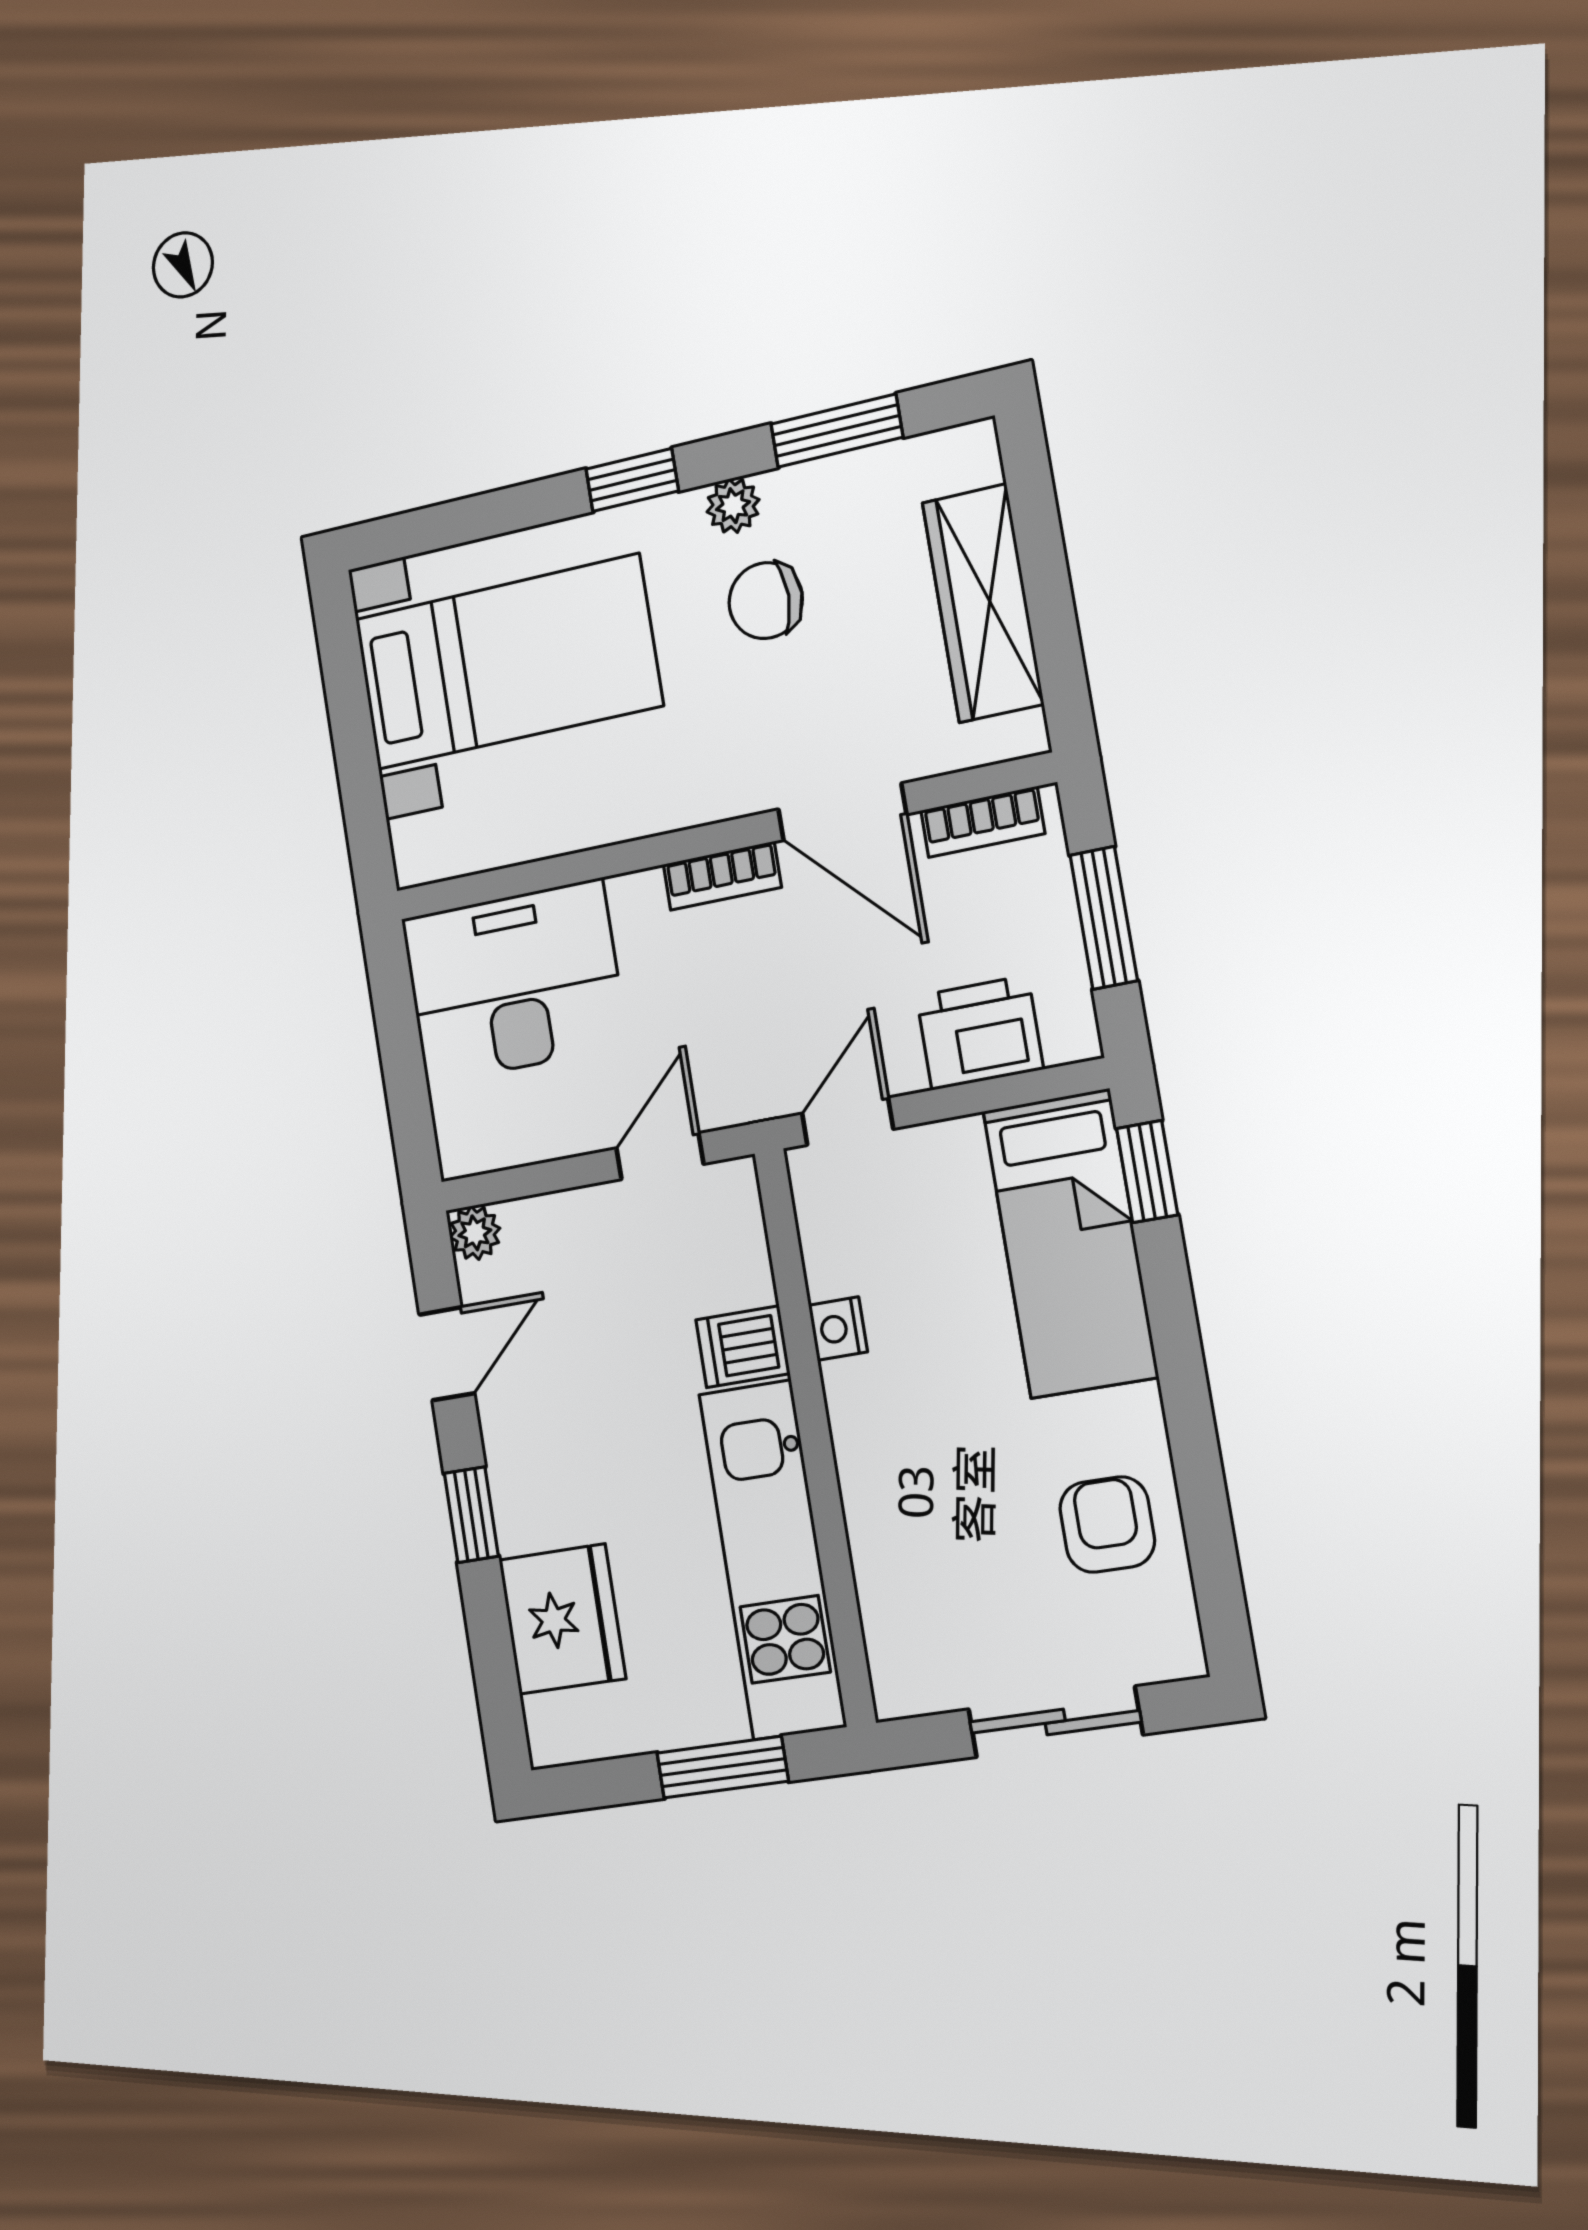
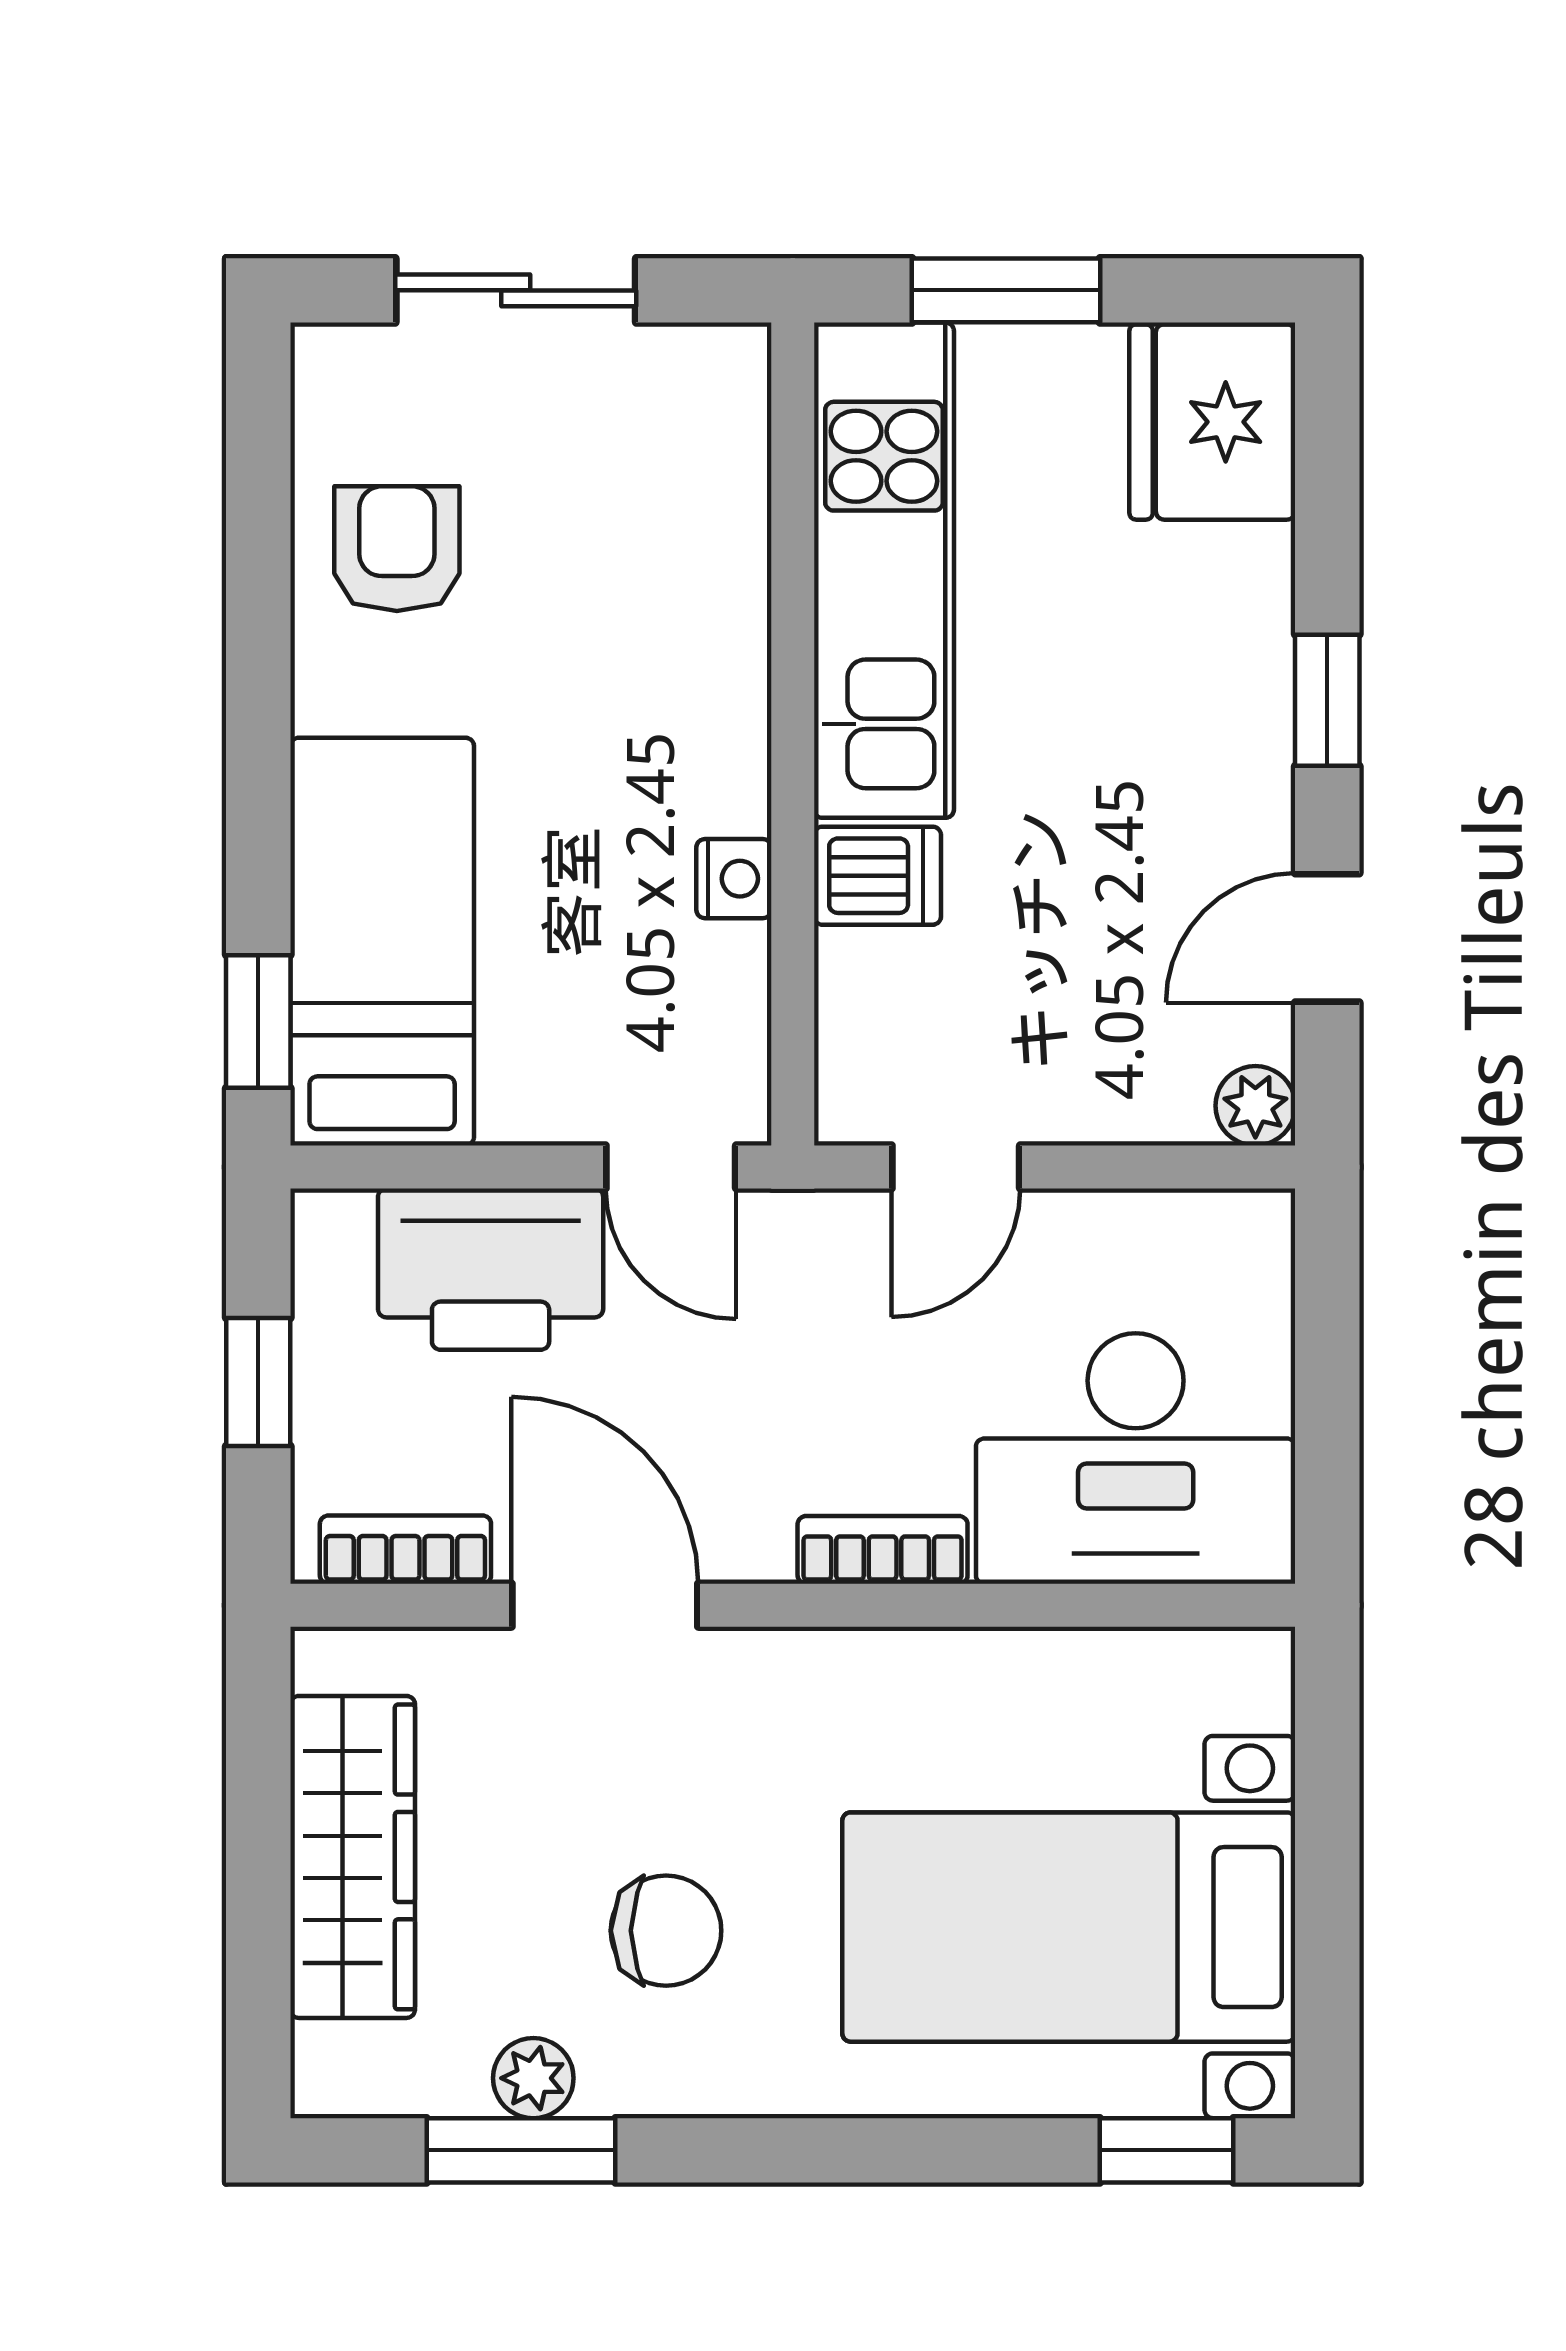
window: (632, 480) -> (1167, 2150), moved
plant: (733, 506) -> (533, 2078), moved
bookcase: (722, 876) -> (883, 1550), moved
window: (1104, 918) -> (258, 1382), width x0.67
printer: (980, 1033) -> (491, 1269), width x1.37, depth x1.19
door: (848, 1121) -> (671, 1167), hinge flipped
armchair: (1107, 1525) -> (397, 549), turned 180
fridge: (562, 1619) -> (1212, 422), moved

